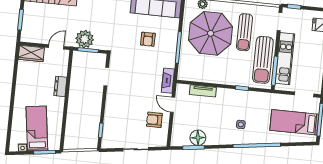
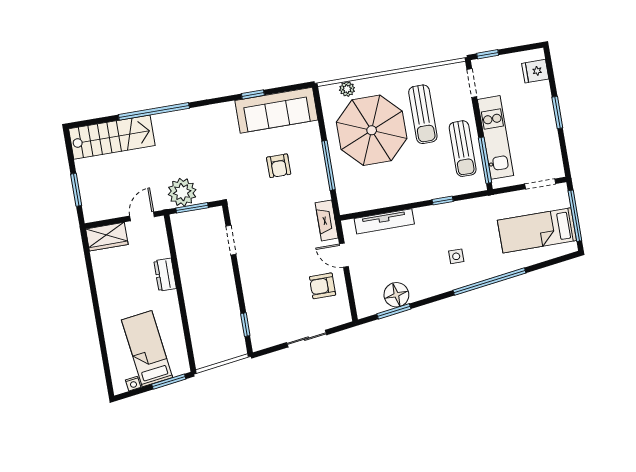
sun lounger: (263, 60) -> (463, 149), width x0.73, depth x0.75
tv unit: (203, 91) -> (384, 221), width x1.41

